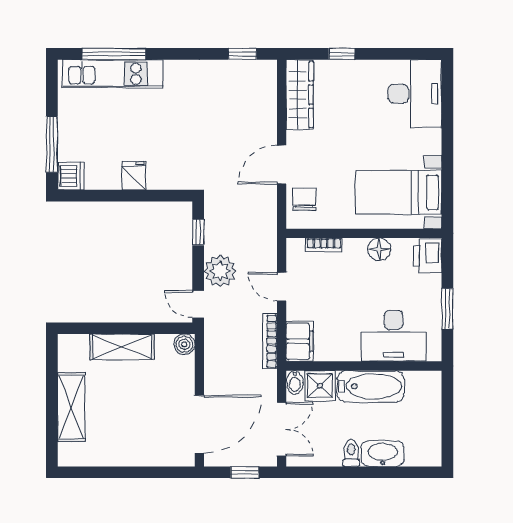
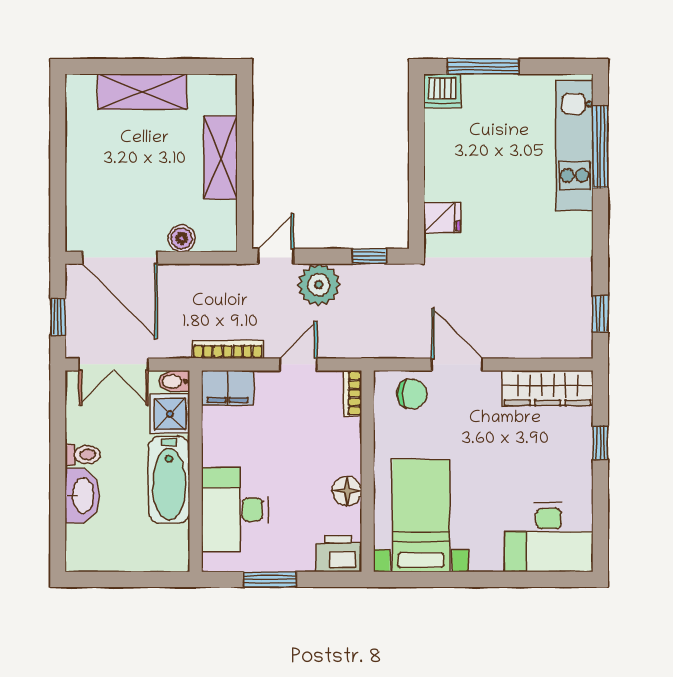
fridge: (134, 176) -> (442, 218), moved
bookcase: (324, 245) -> (352, 393), moved
boiler: (184, 344) -> (182, 238), moved

